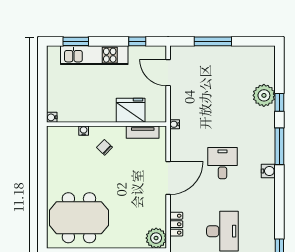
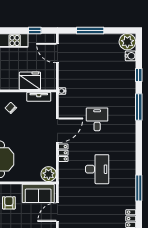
plant: (264, 95) -> (127, 42), moved
water cooler: (268, 171) -> (131, 56), moved
locker: (176, 224) -> (63, 153), moved

